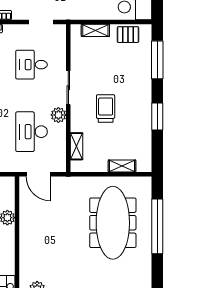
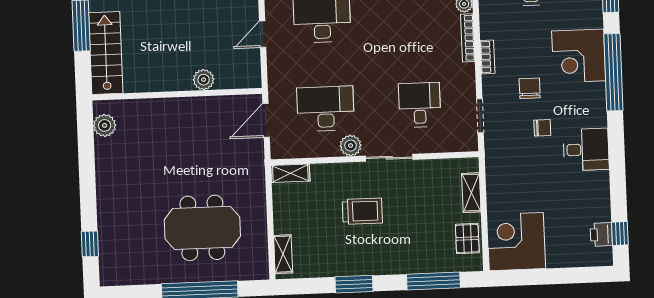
shelving: (77, 146) -> (290, 173), moved
shelving: (122, 166) -> (283, 254), moved
meeting table: (113, 223) -> (202, 228), width x0.73

